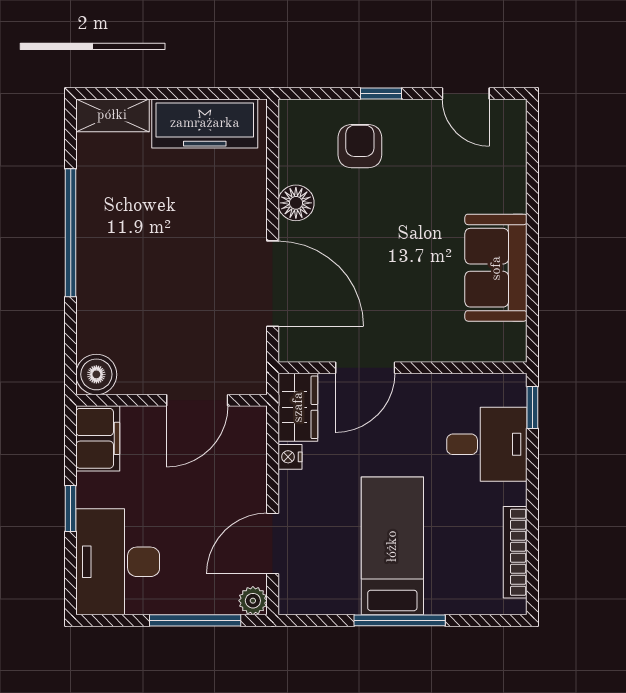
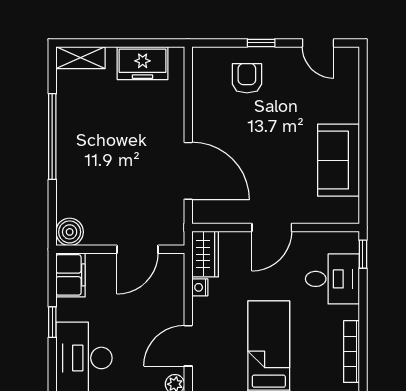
freezer: (205, 123) -> (143, 63), width x0.71
floor lamp: (296, 203) -> (204, 116), removed
door: (365, 368) -> (272, 227), moved

